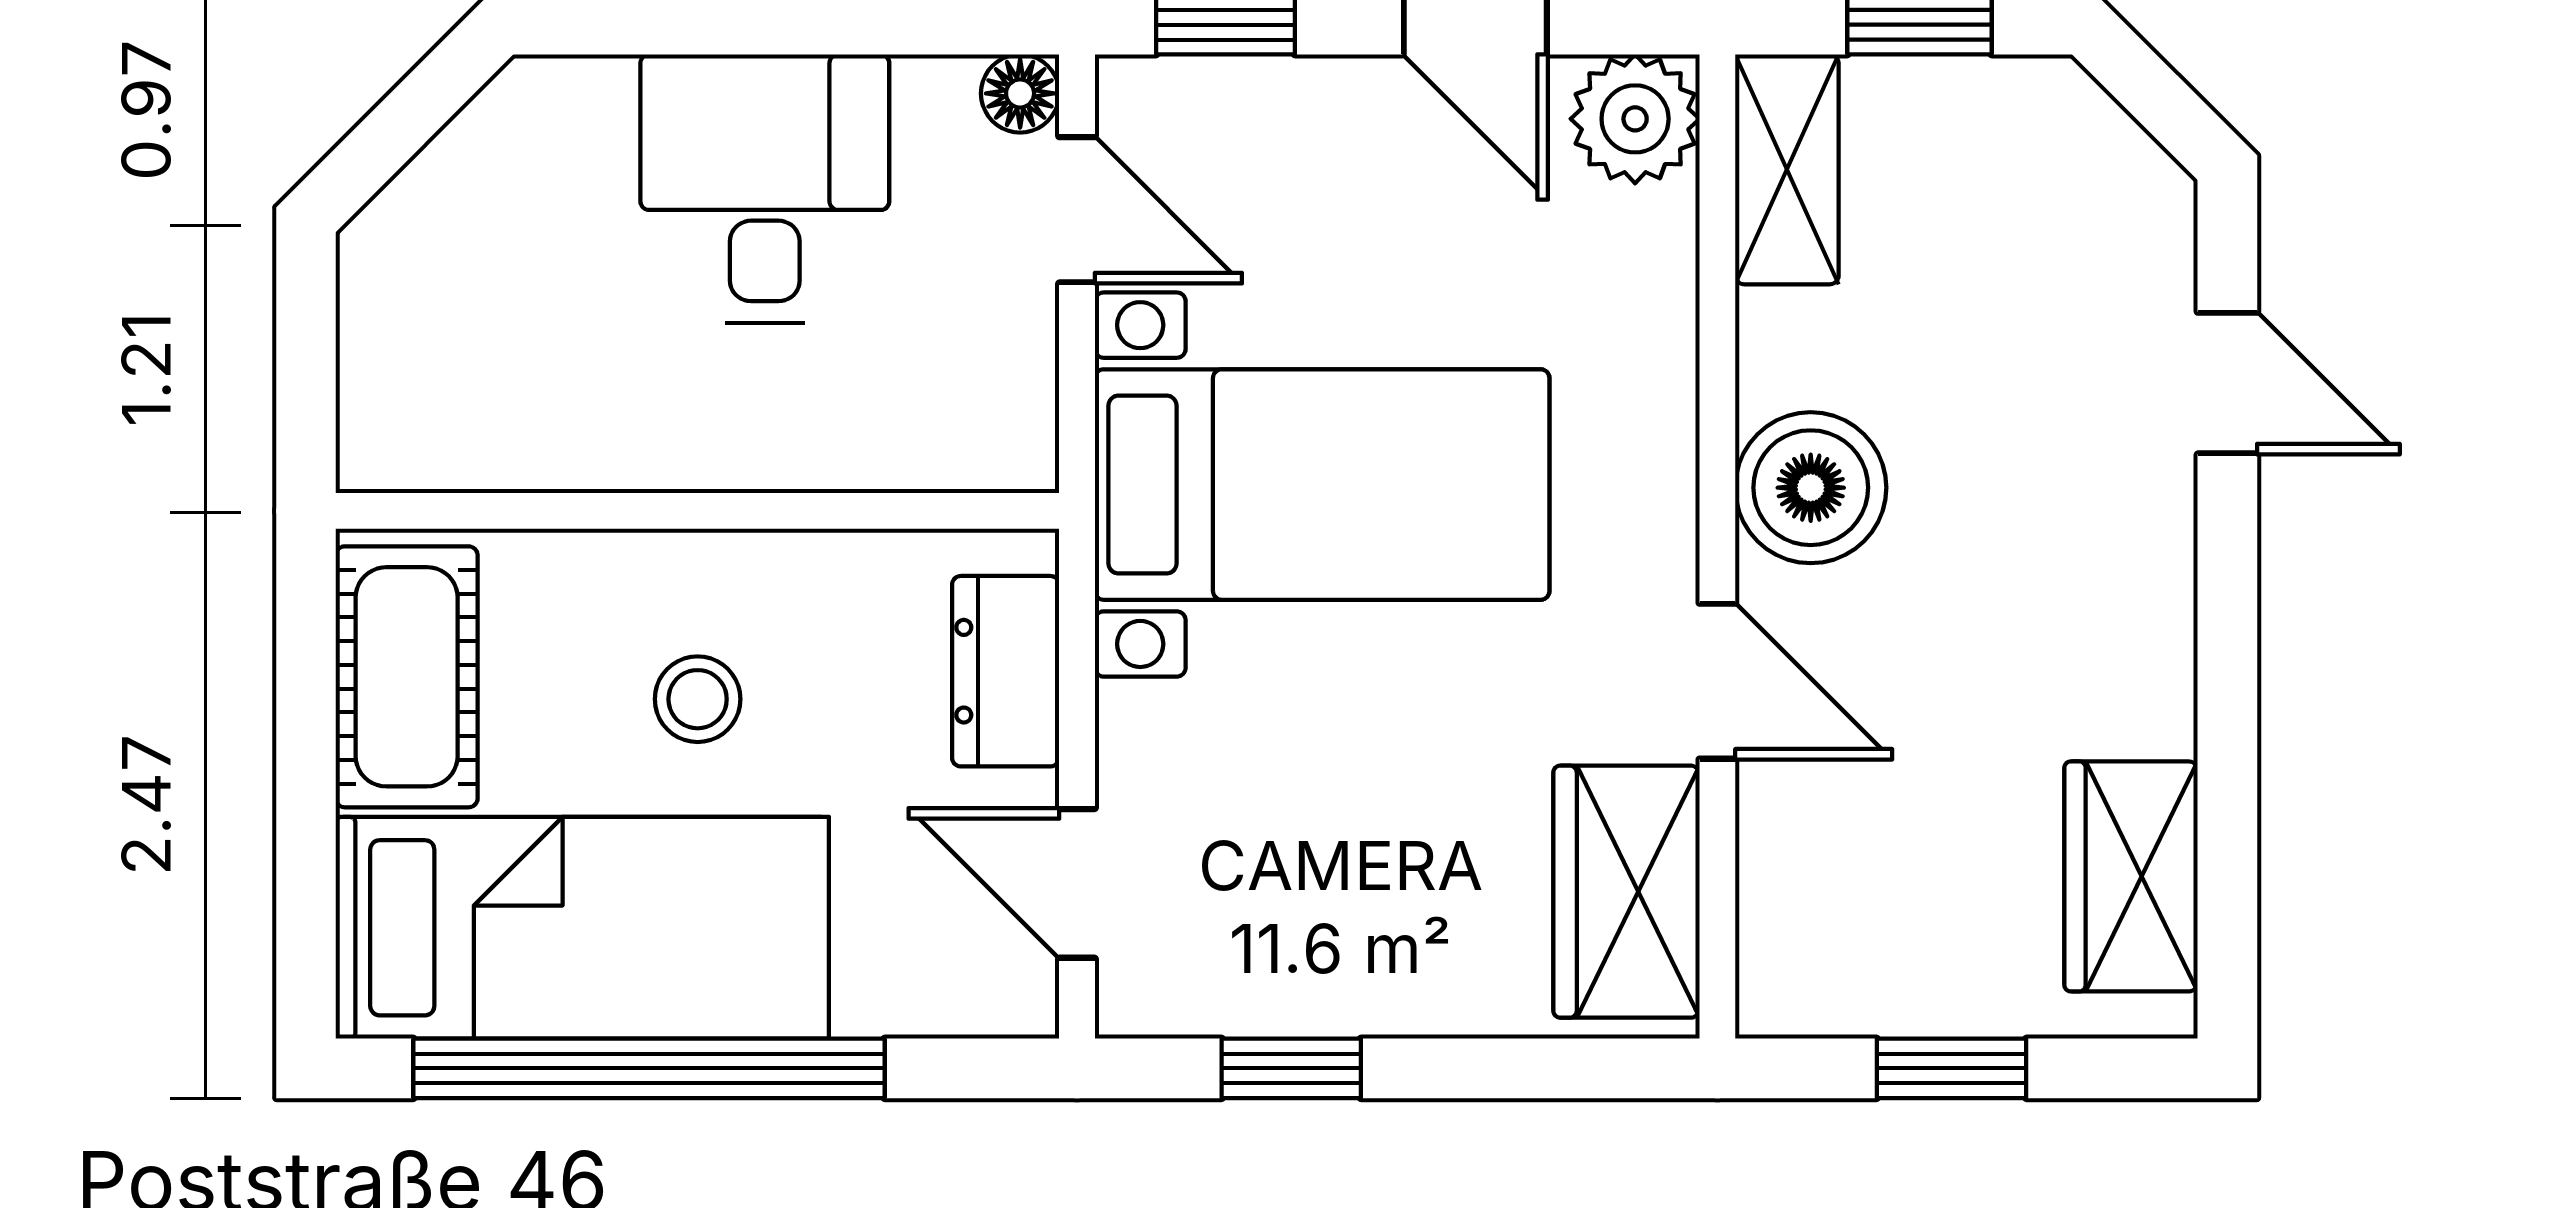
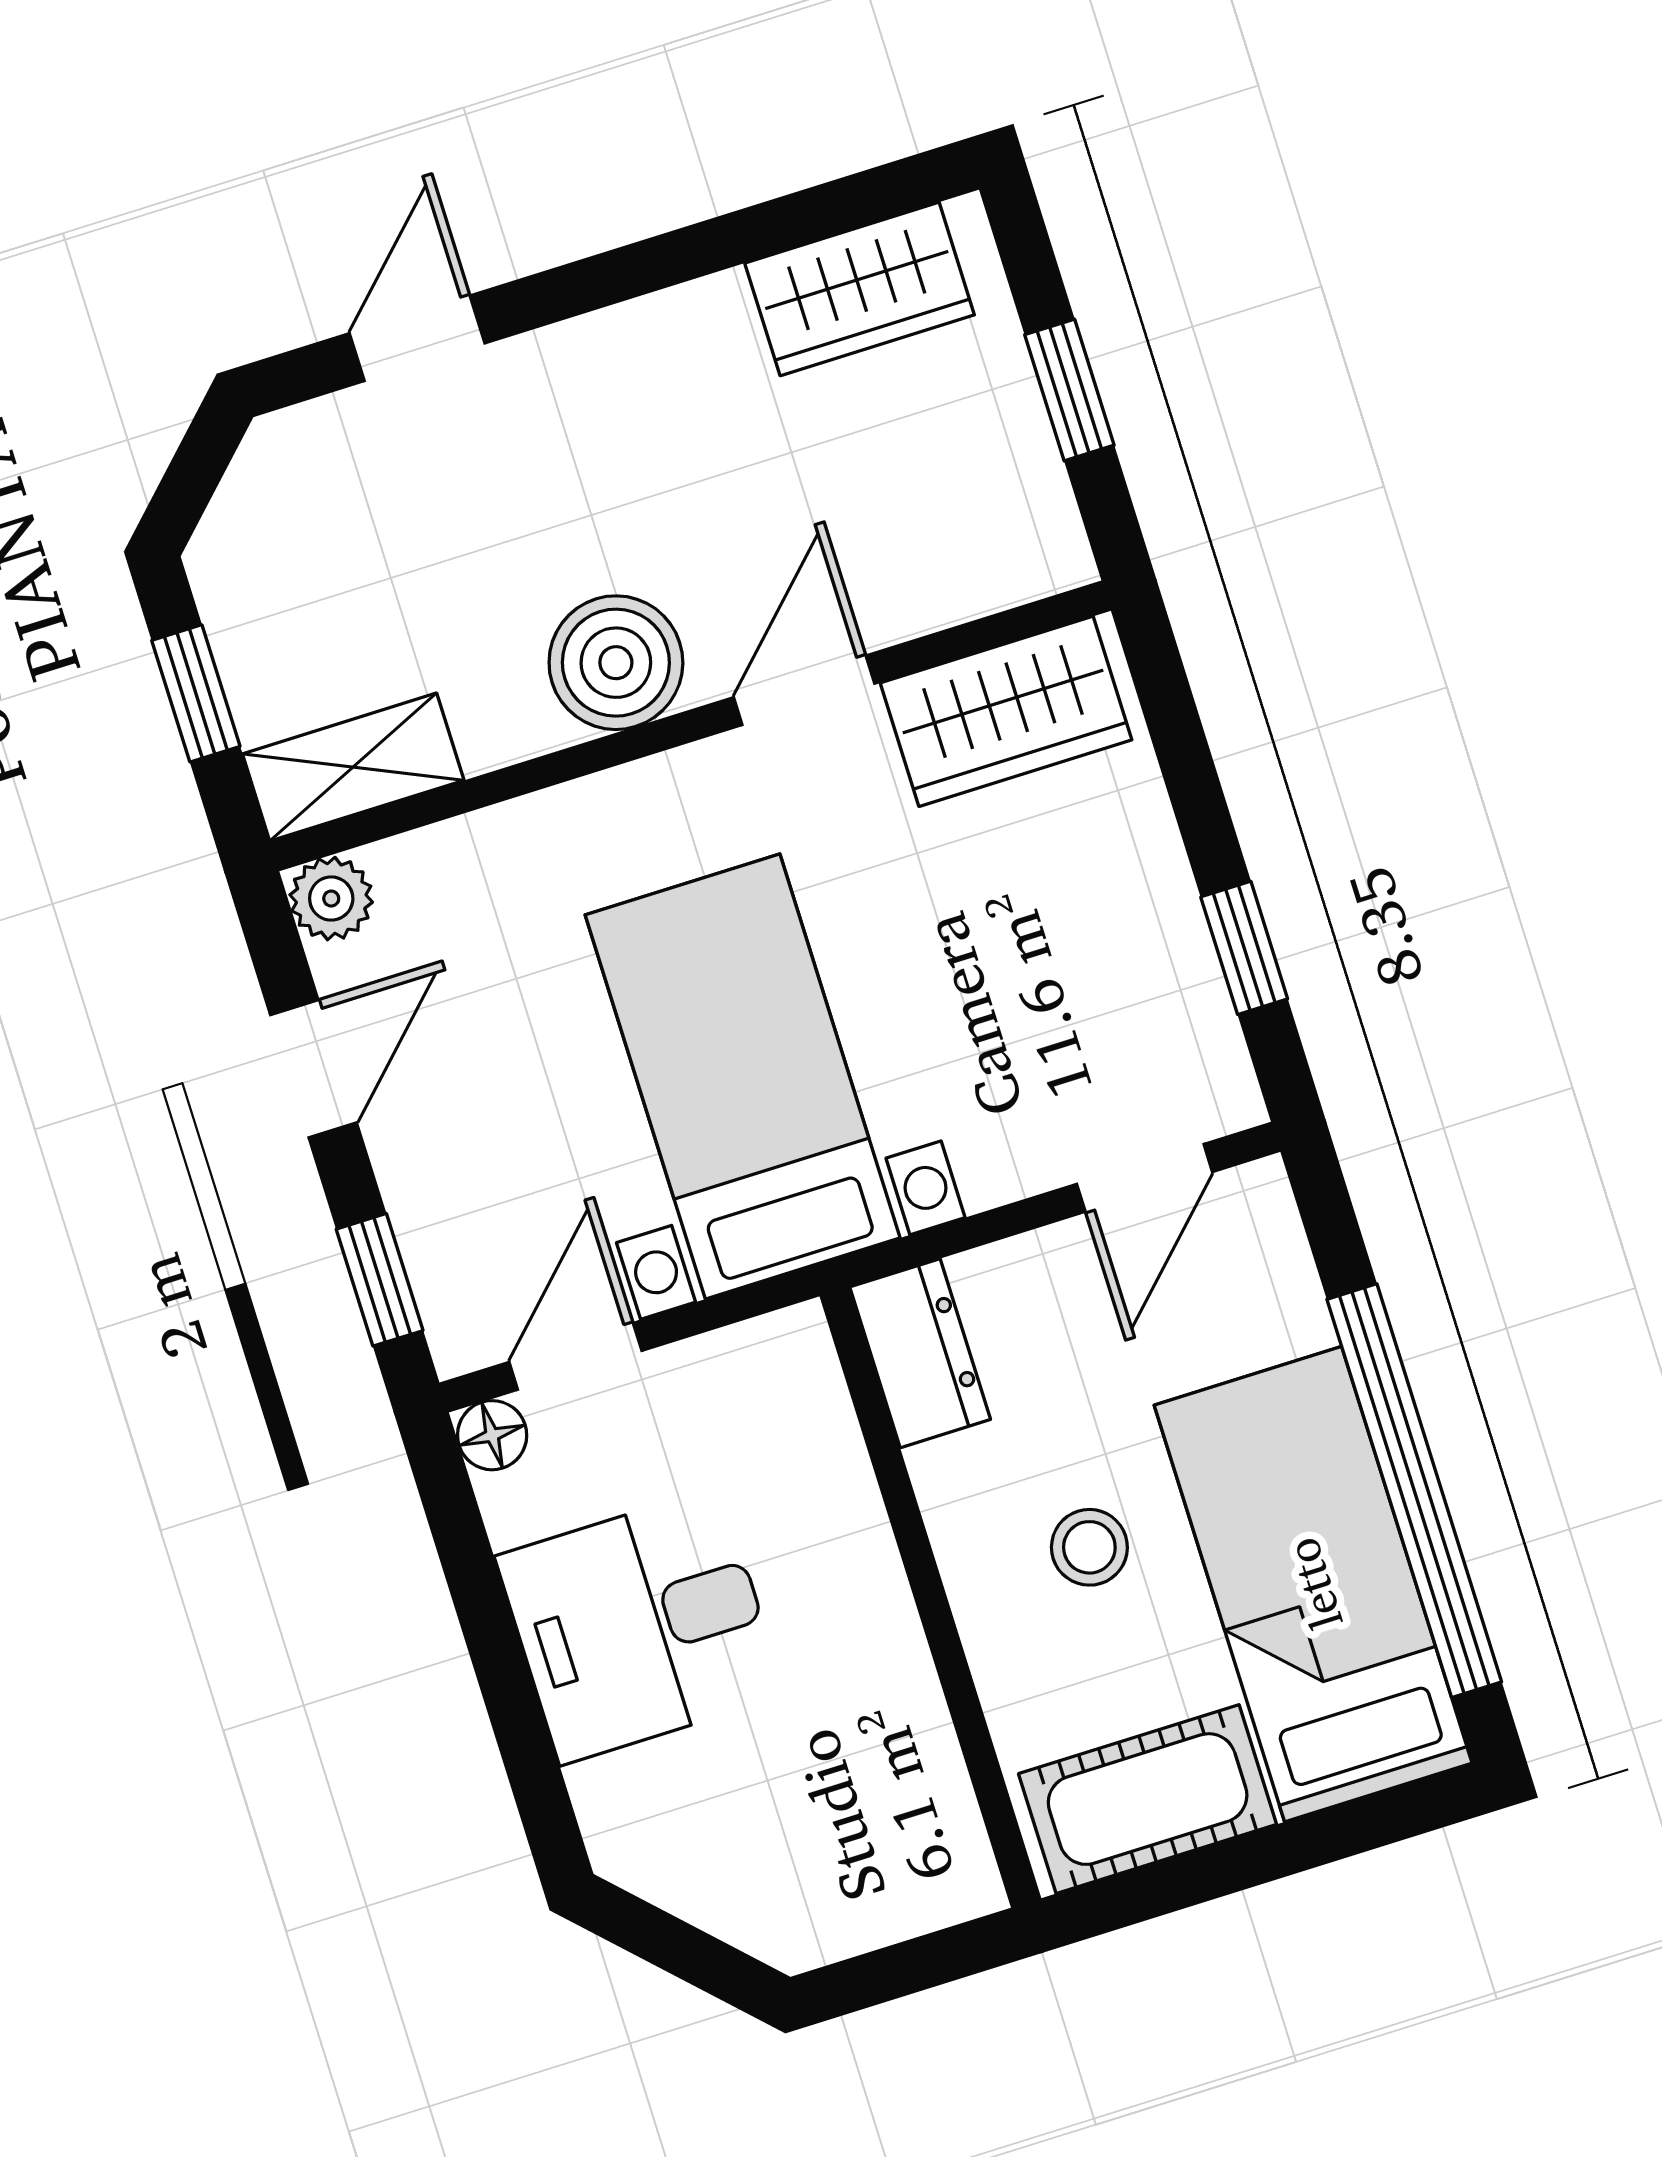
plant: (1635, 119) -> (331, 899), width x0.73, depth x0.73
dresser: (1006, 671) -> (920, 1353), moved, turned -90

